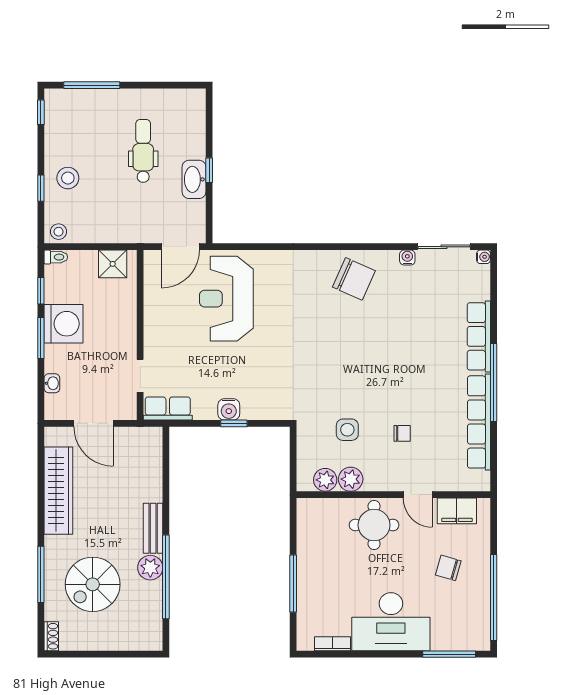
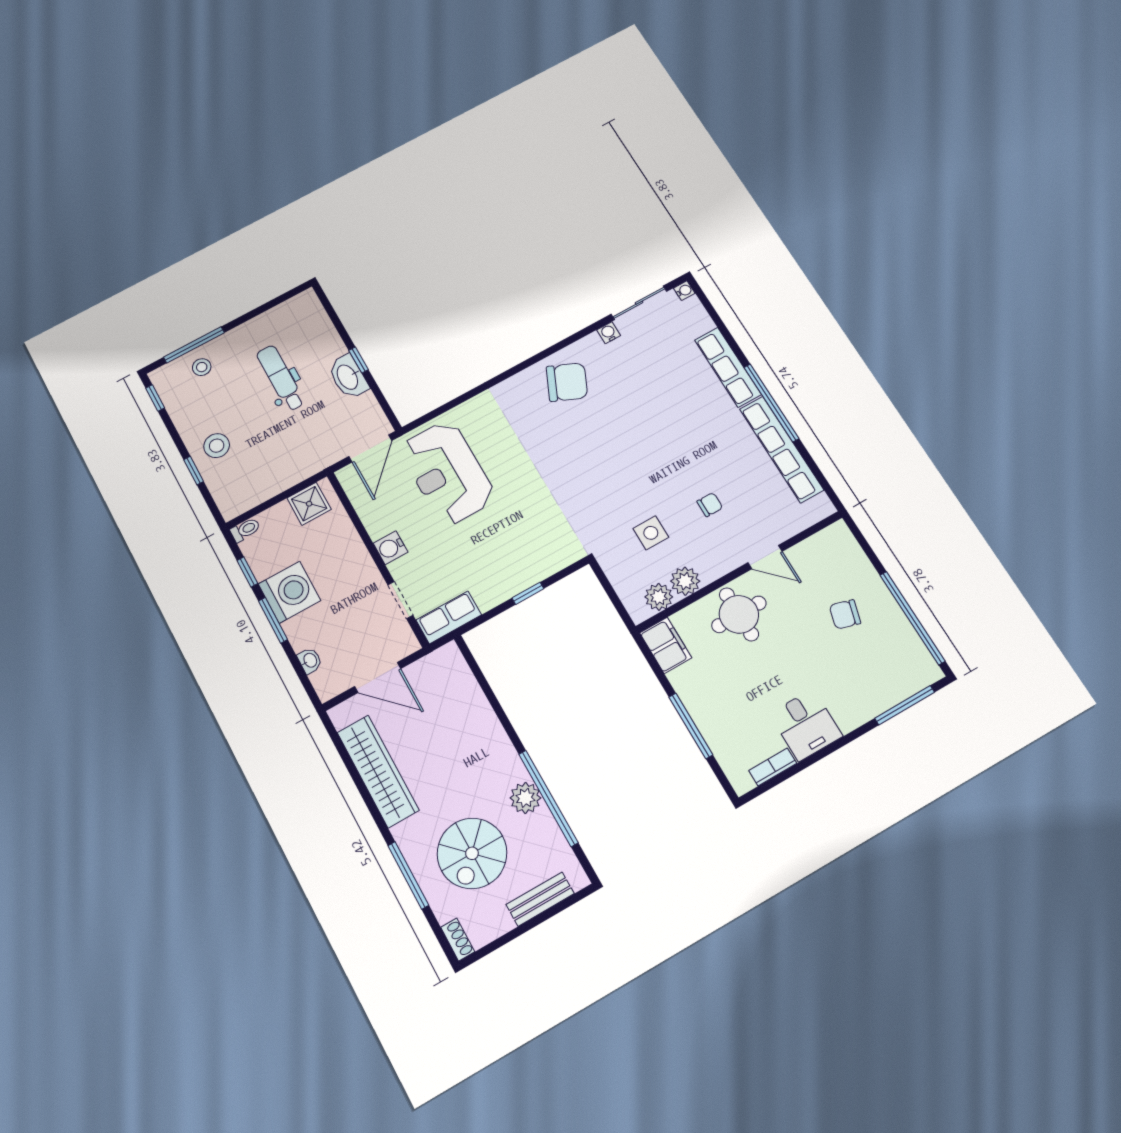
stool: (59, 232) -> (202, 367), moved
water cooler: (229, 409) -> (391, 548), moved, turned 90
filing cabinet: (457, 511) -> (666, 645), moved, turned -90
bench: (153, 528) -> (540, 899), moved, turned 90
desk: (391, 622) -> (806, 725), width x0.53, depth x0.77

